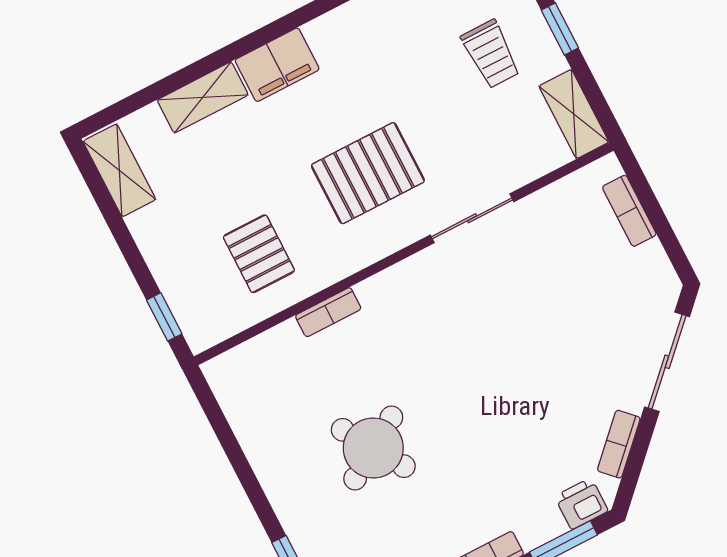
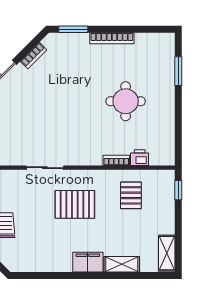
round table: (373, 448) -> (126, 101), turned 32
printer: (581, 504) -> (140, 158), moved, turned 180

